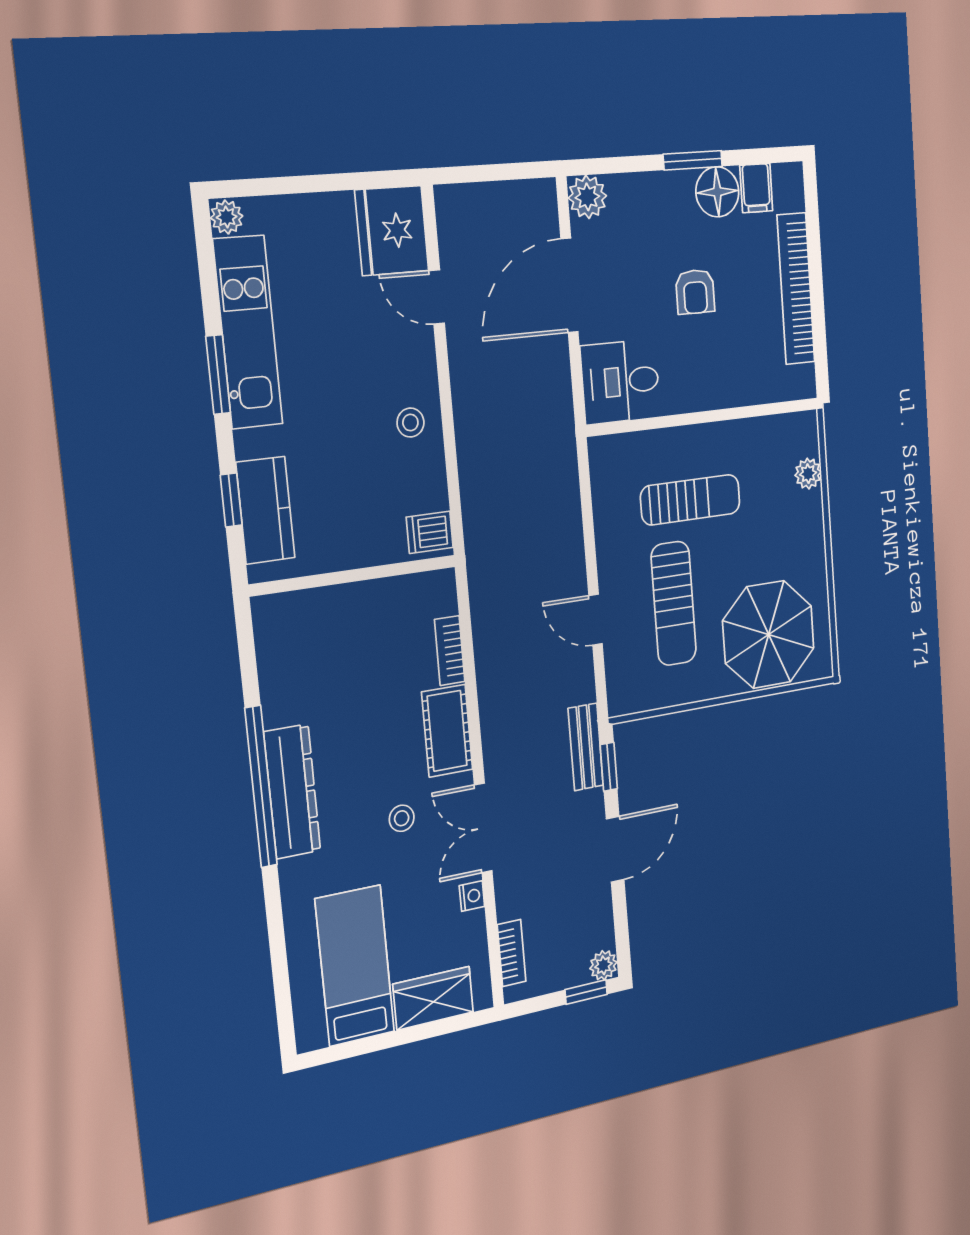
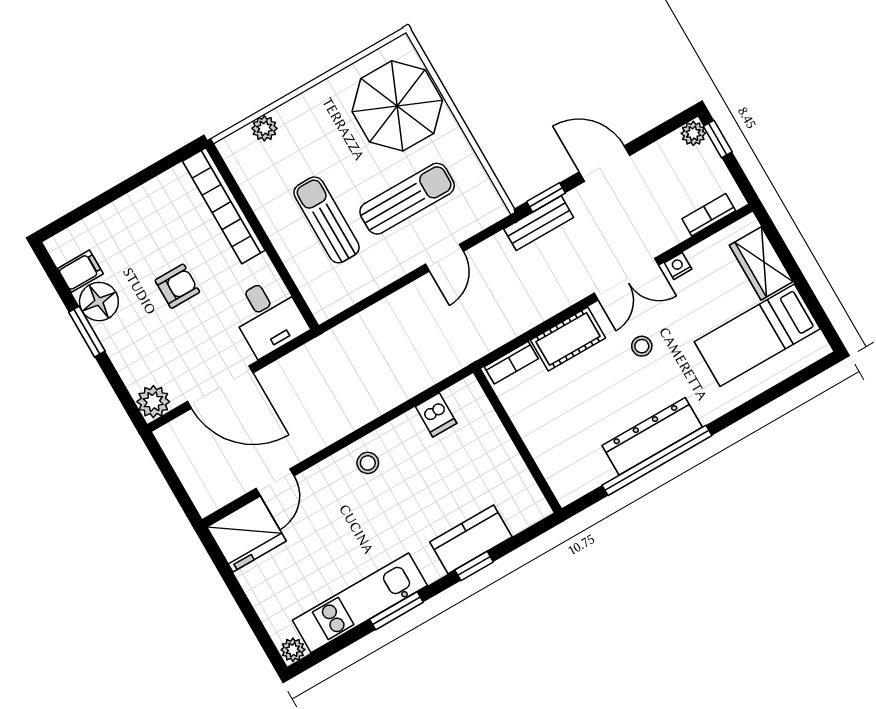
bookcase: (796, 289) -> (224, 206), moved, turned 90
wall: (354, 575) -> (517, 441), moved

